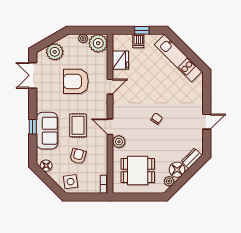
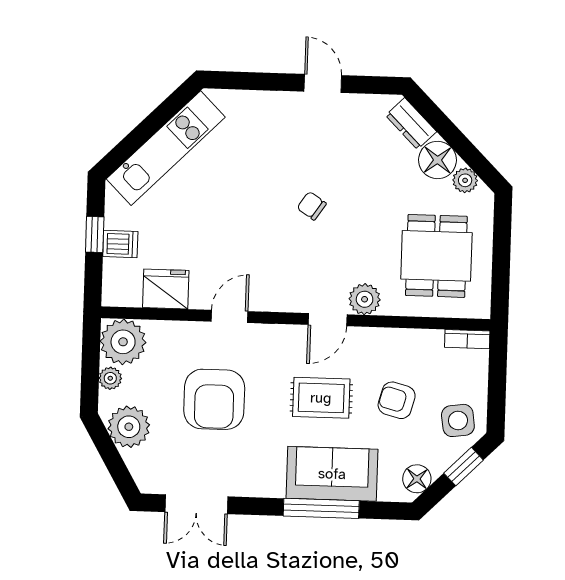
plant: (55, 52) -> (129, 427), moved
door: (110, 87) -> (230, 316), hinge flipped
window: (33, 127) -> (321, 508), width x2.17
window: (52, 184) -> (464, 467), added

